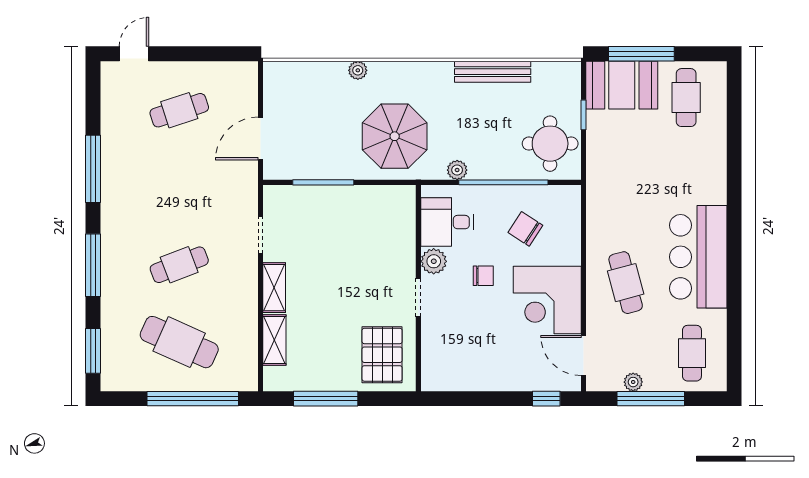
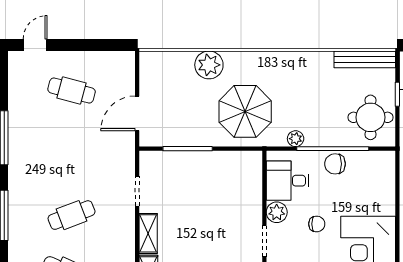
plant: (358, 70) -> (209, 65), width x1.88, depth x1.88
bench: (493, 72) -> (365, 59), moved
cafe table: (179, 110) -> (72, 90), turned 33
chair: (525, 229) -> (335, 164), moved, turned -33

